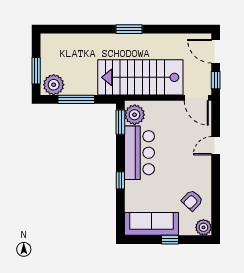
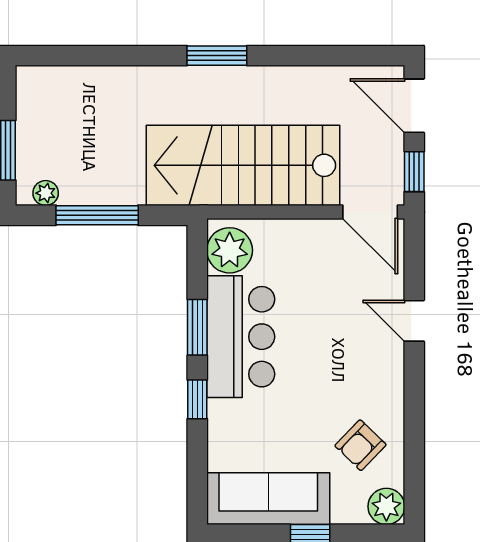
plant: (54, 85) -> (46, 193), width x0.53, depth x0.53
window: (120, 122) -> (197, 327), moved
door: (216, 146) -> (414, 321), hinge flipped

